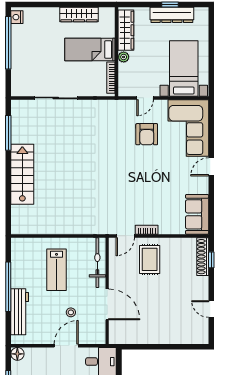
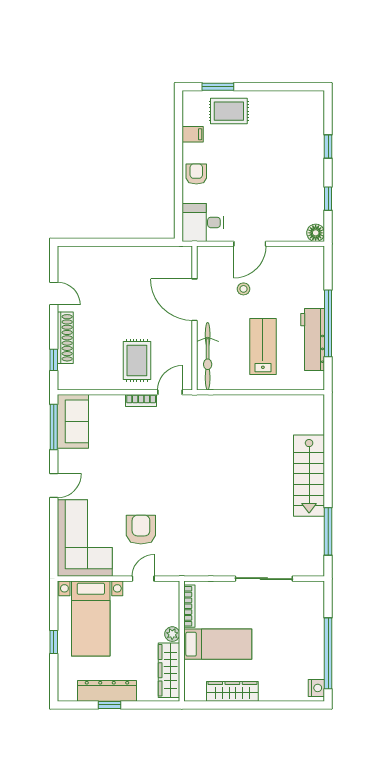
window: (211, 51) -> (54, 642), added
window: (211, 210) -> (54, 427), added
shoe rack: (203, 257) -> (65, 338), moved
workbench: (20, 312) -> (313, 340), moved

